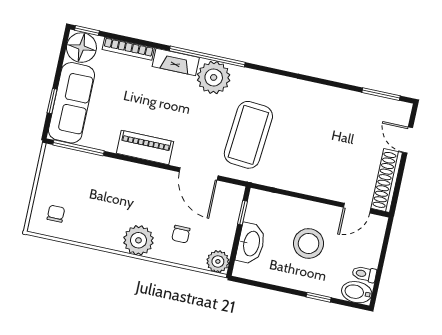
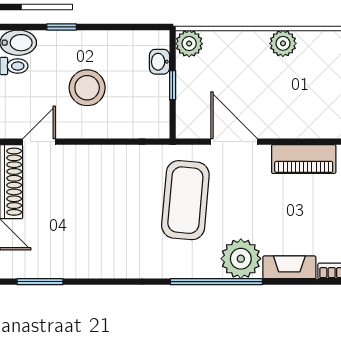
window: (207, 57) -> (216, 282), moved
window: (242, 213) -> (173, 85), moved
chair: (181, 234) -> (240, 66), removed
plant: (138, 240) -> (283, 43), width x0.73, depth x0.73
washbasin: (251, 243) -> (159, 62), width x0.52, depth x0.69

